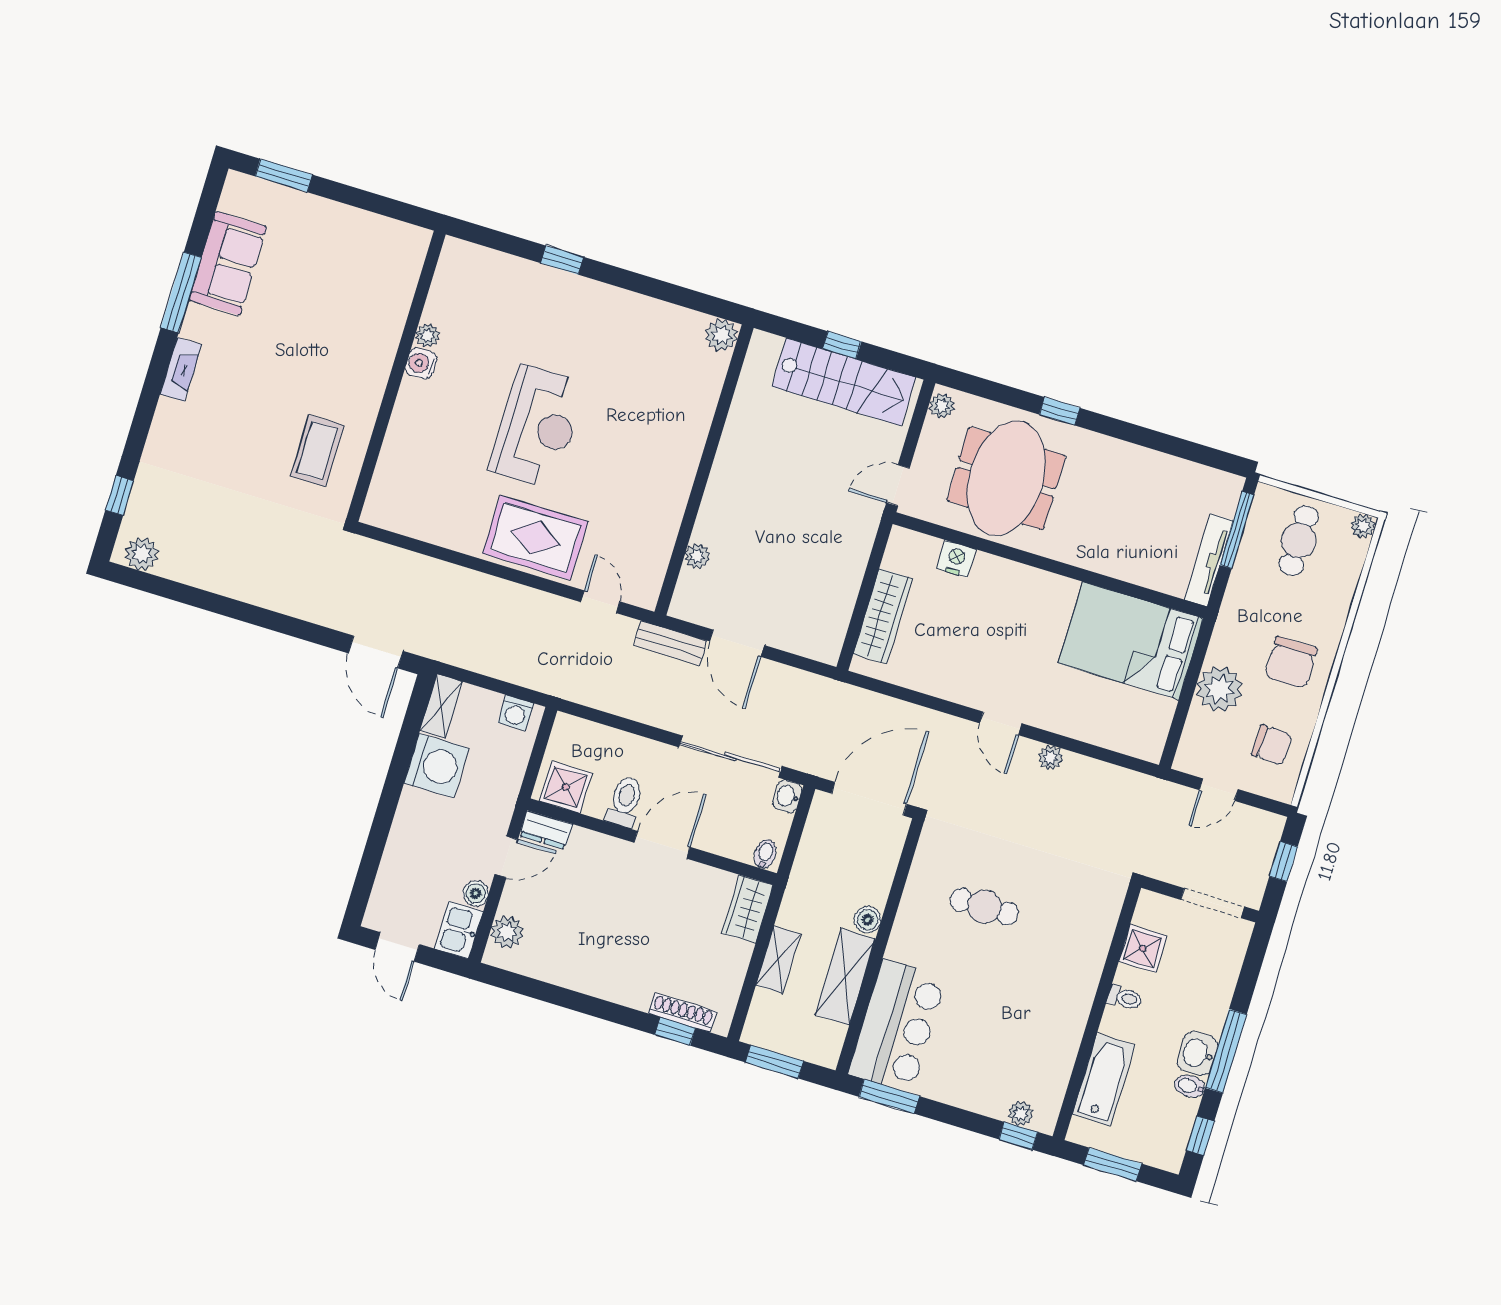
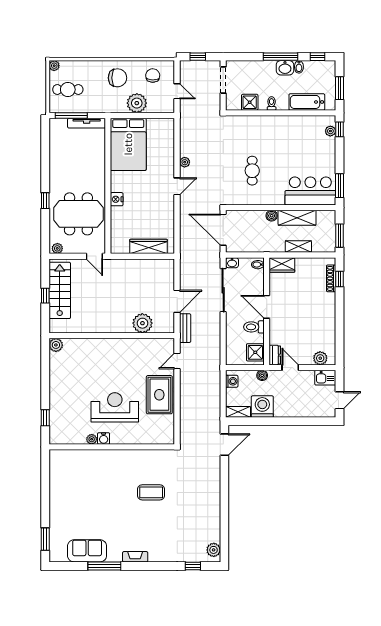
plant: (428, 335) -> (92, 439), moved
water cooler: (421, 363) -> (104, 438), moved
wall: (396, 376) -> (112, 447), moved
plant: (697, 556) -> (142, 323), width x1.87, depth x1.87
nightstand: (956, 559) -> (117, 199), moved
boiler: (476, 893) -> (262, 375), moved

